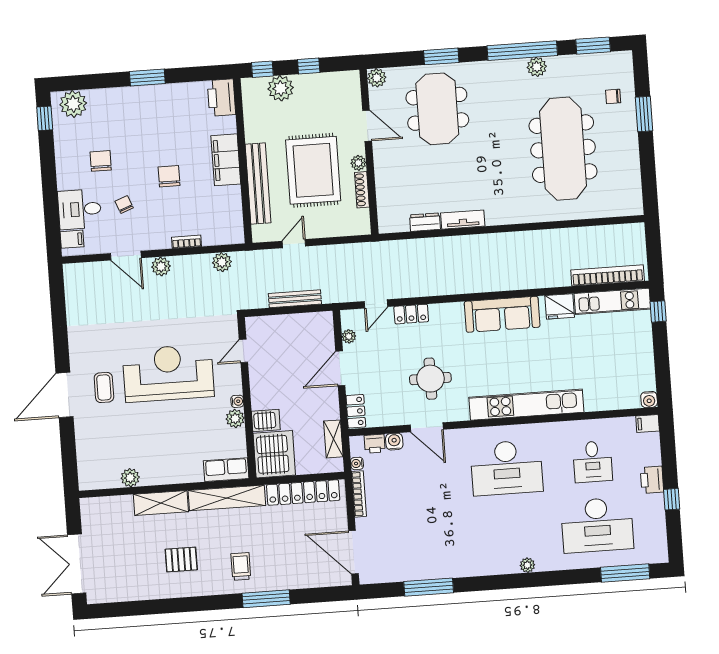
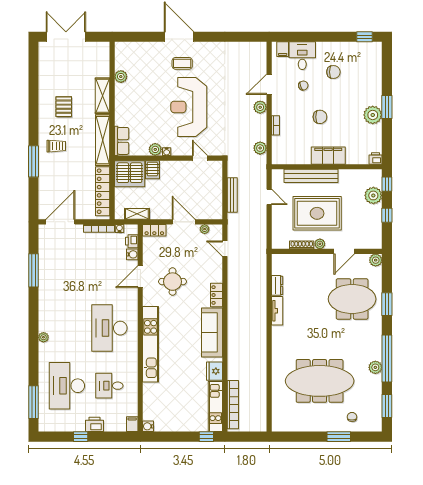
printer: (221, 98) -> (376, 158), width x0.53, depth x0.68
plant: (73, 104) -> (373, 115), moved
locker: (411, 314) -> (216, 295), moved
reception desk: (168, 373) -> (189, 107), turned 180

